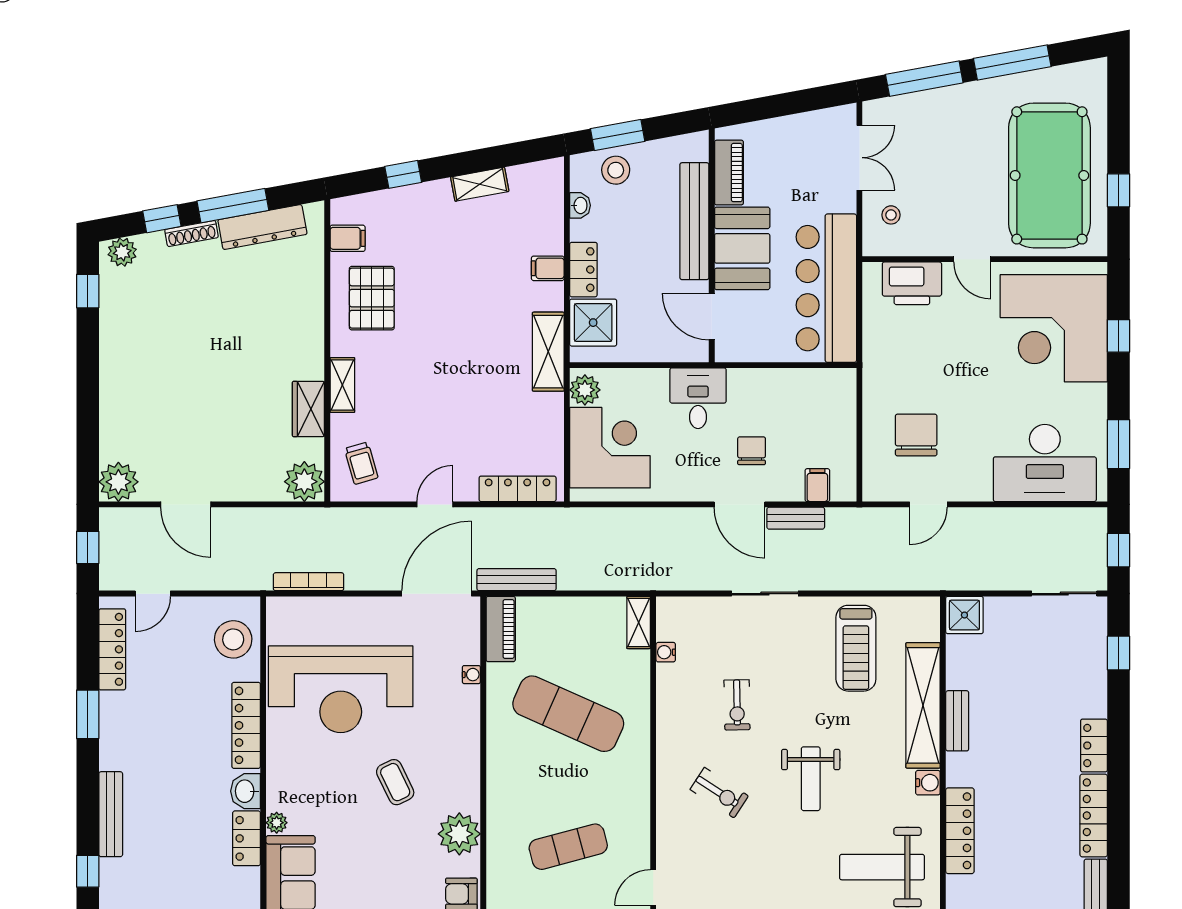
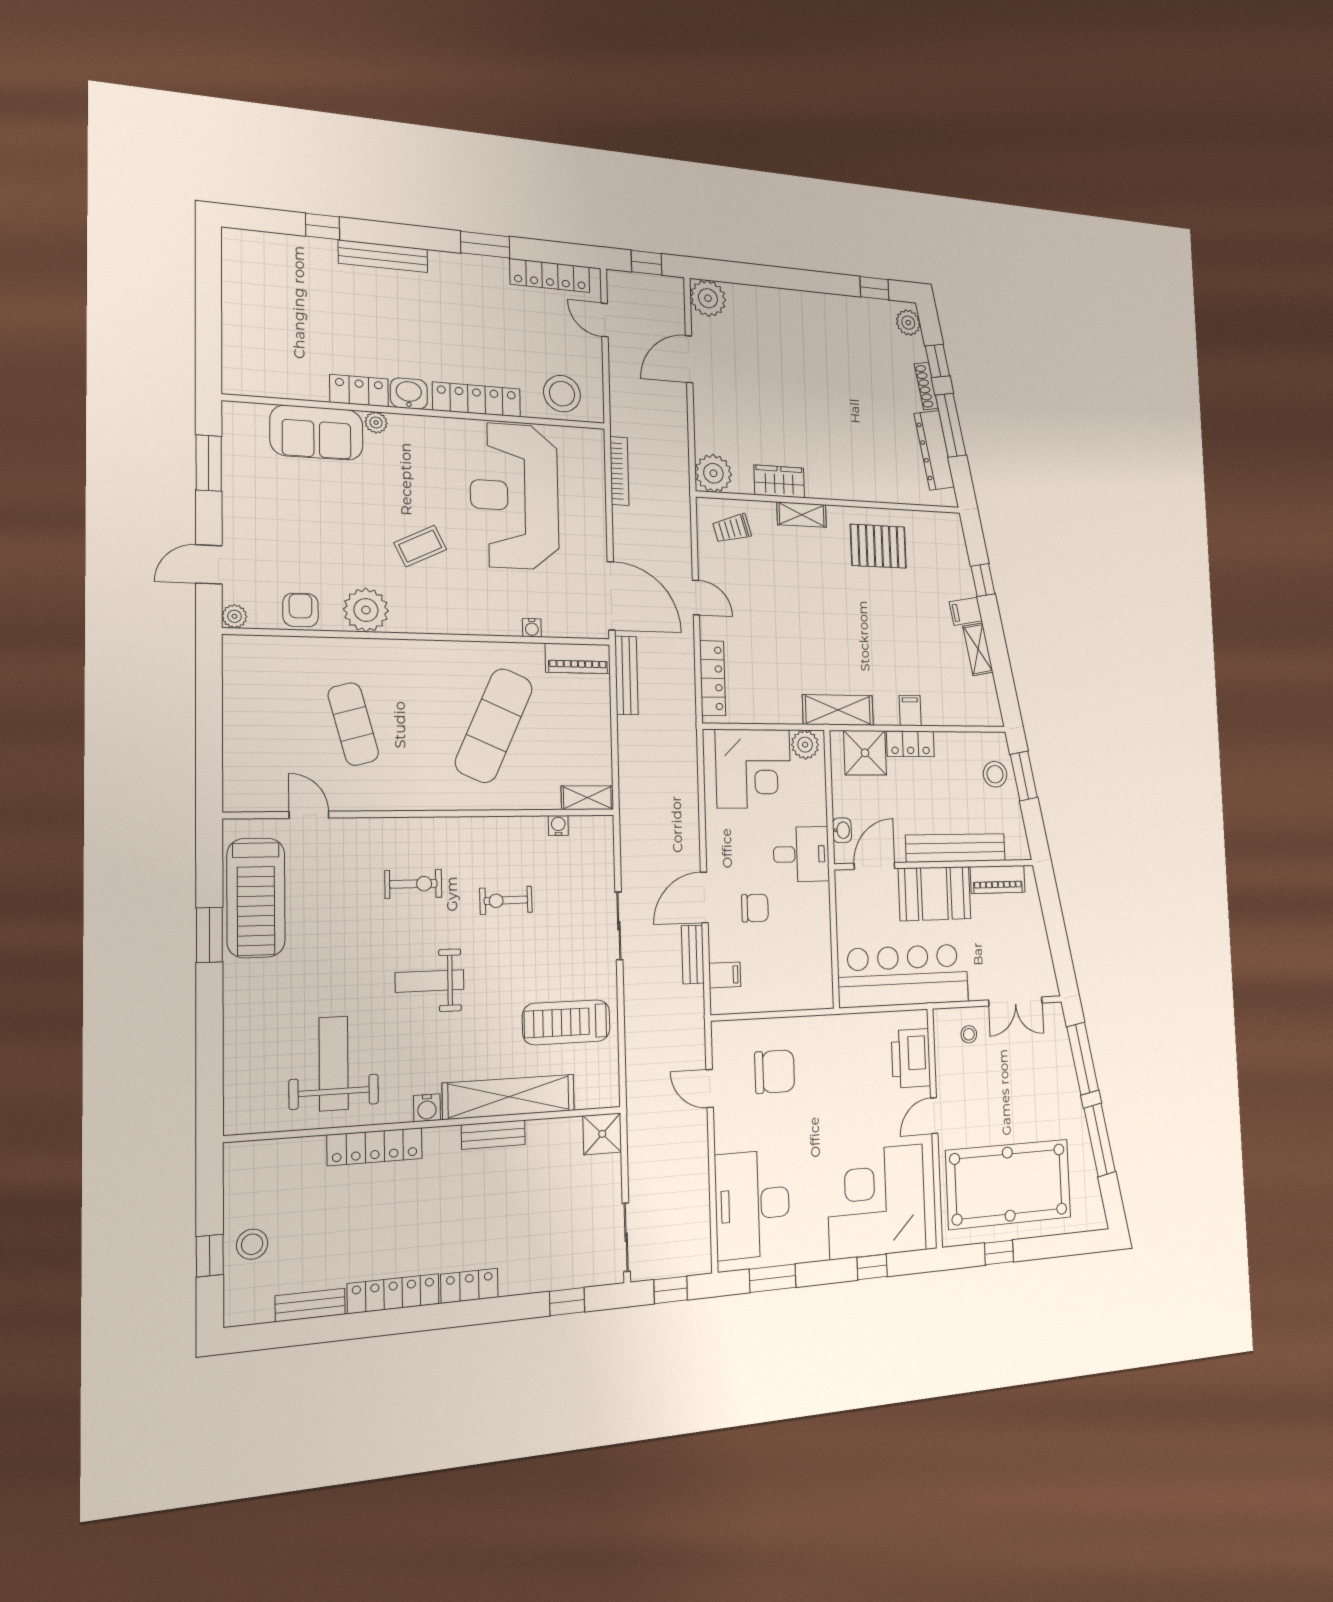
washbasin: (580, 205) -> (842, 830), moved, turned -90
filing cabinet: (348, 238) -> (966, 611), moved, turned 80
exercise bike: (719, 793) -> (413, 884), turned -123

